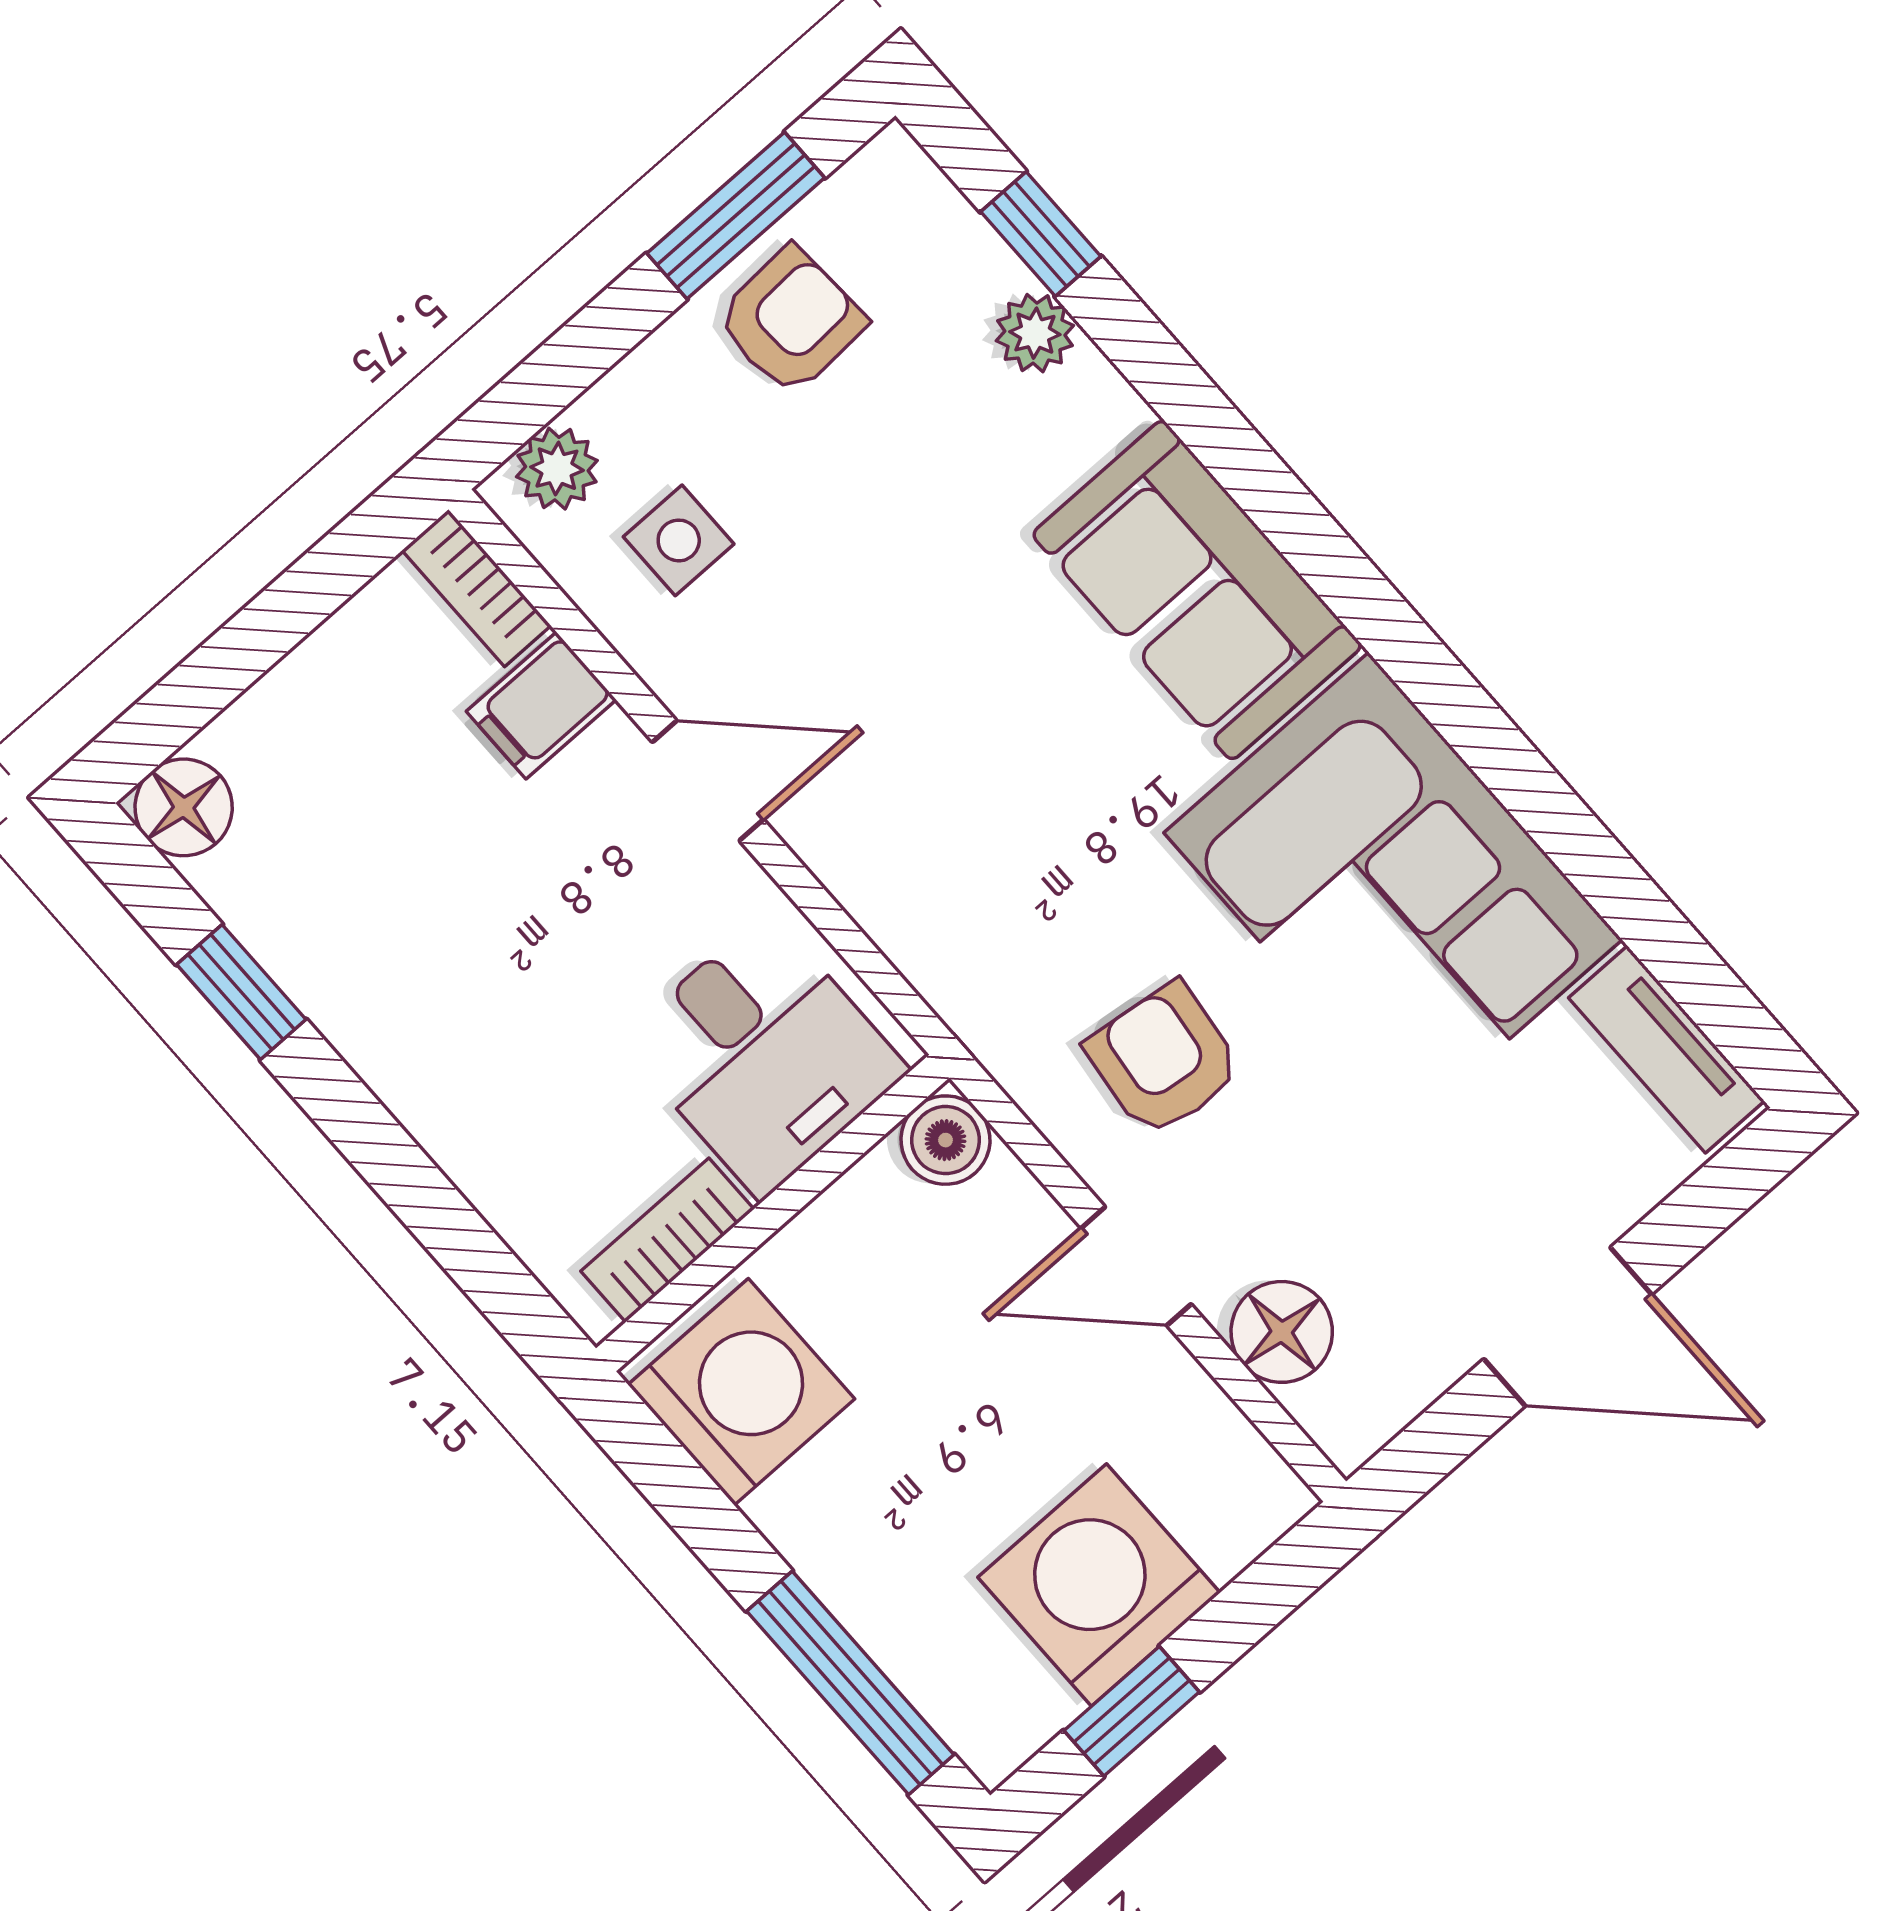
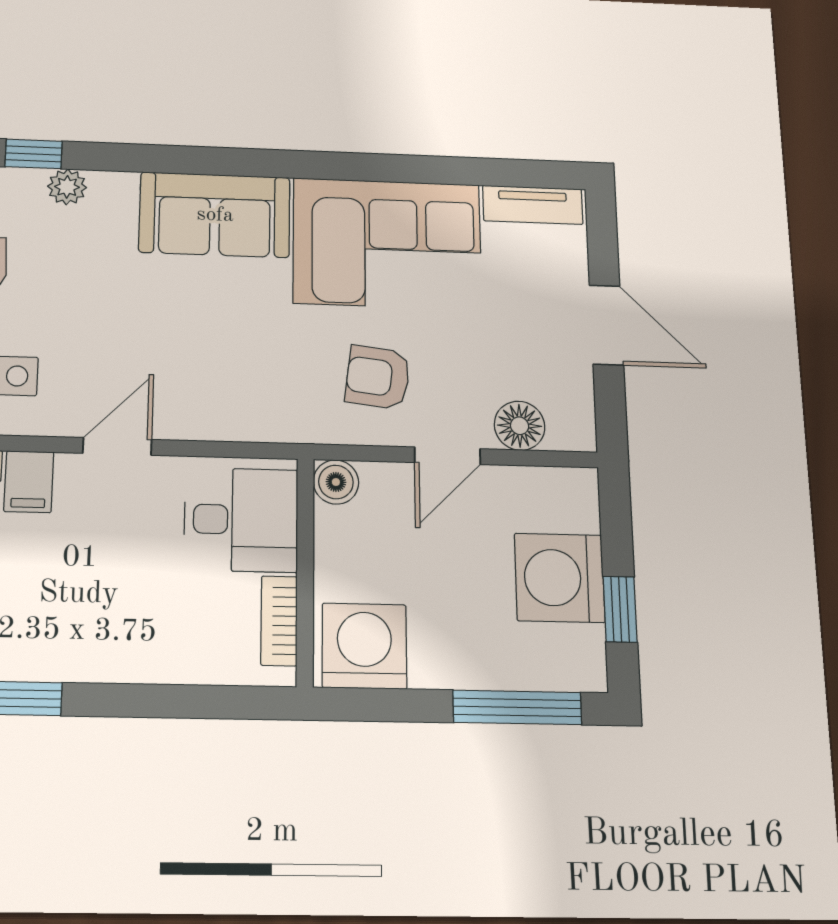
door: (1568, 1327) -> (606, 325), hinge flipped

